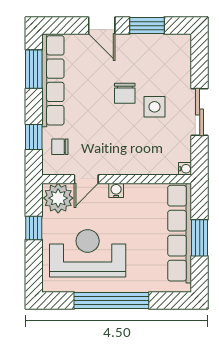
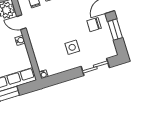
chair: (125, 93) -> (94, 25), moved
sliding door: (200, 112) -> (95, 67), moved

